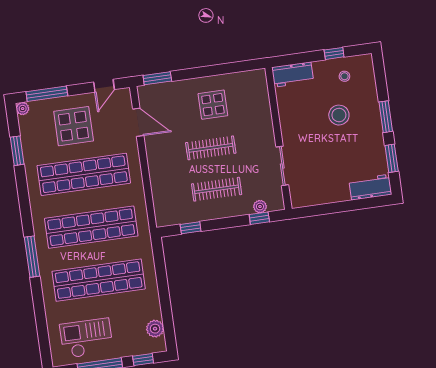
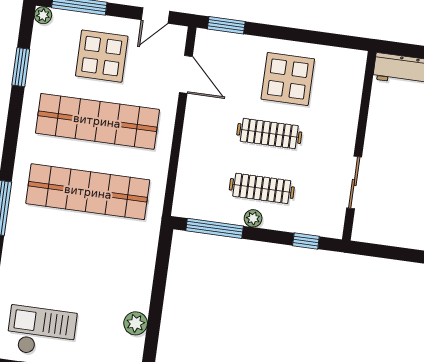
display table: (213, 105) -> (288, 79), width x1.36, depth x1.36
plant: (260, 207) -> (253, 218), moved
window: (191, 228) -> (215, 228), width x2.17
shop shelf: (99, 280) -> (78, 262), removed
plant: (155, 329) -> (136, 323), moved

